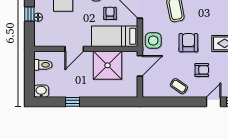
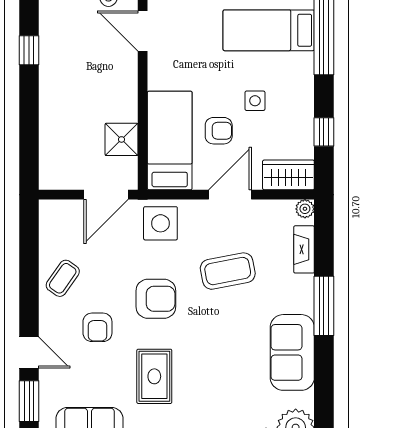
door: (74, 49) -> (143, 31), moved
shower: (108, 65) -> (122, 139), width x0.54, depth x0.54
door: (140, 66) -> (106, 195), hinge flipped

